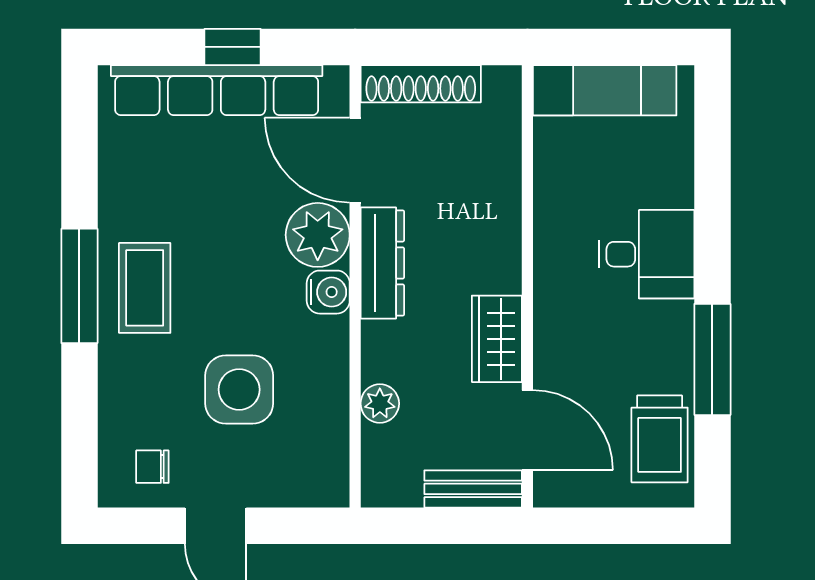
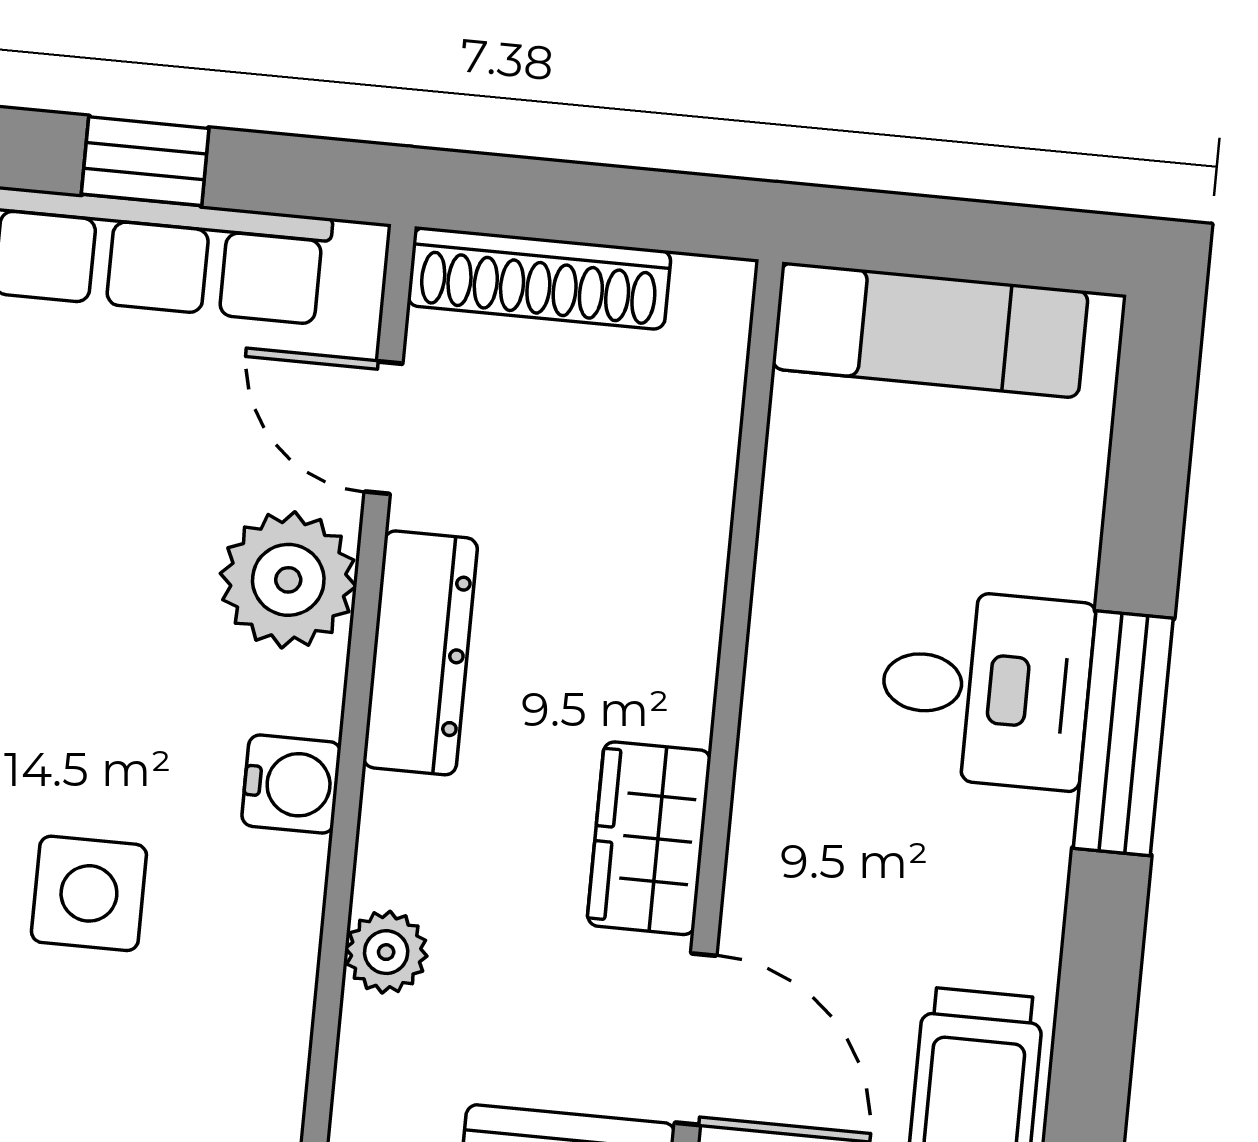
door: (355, 160) -> (383, 428), width x0.73
water cooler: (328, 292) -> (291, 784), moved
window: (712, 359) -> (1123, 733), moved
side table: (239, 390) -> (89, 893), width x0.73, depth x0.73

